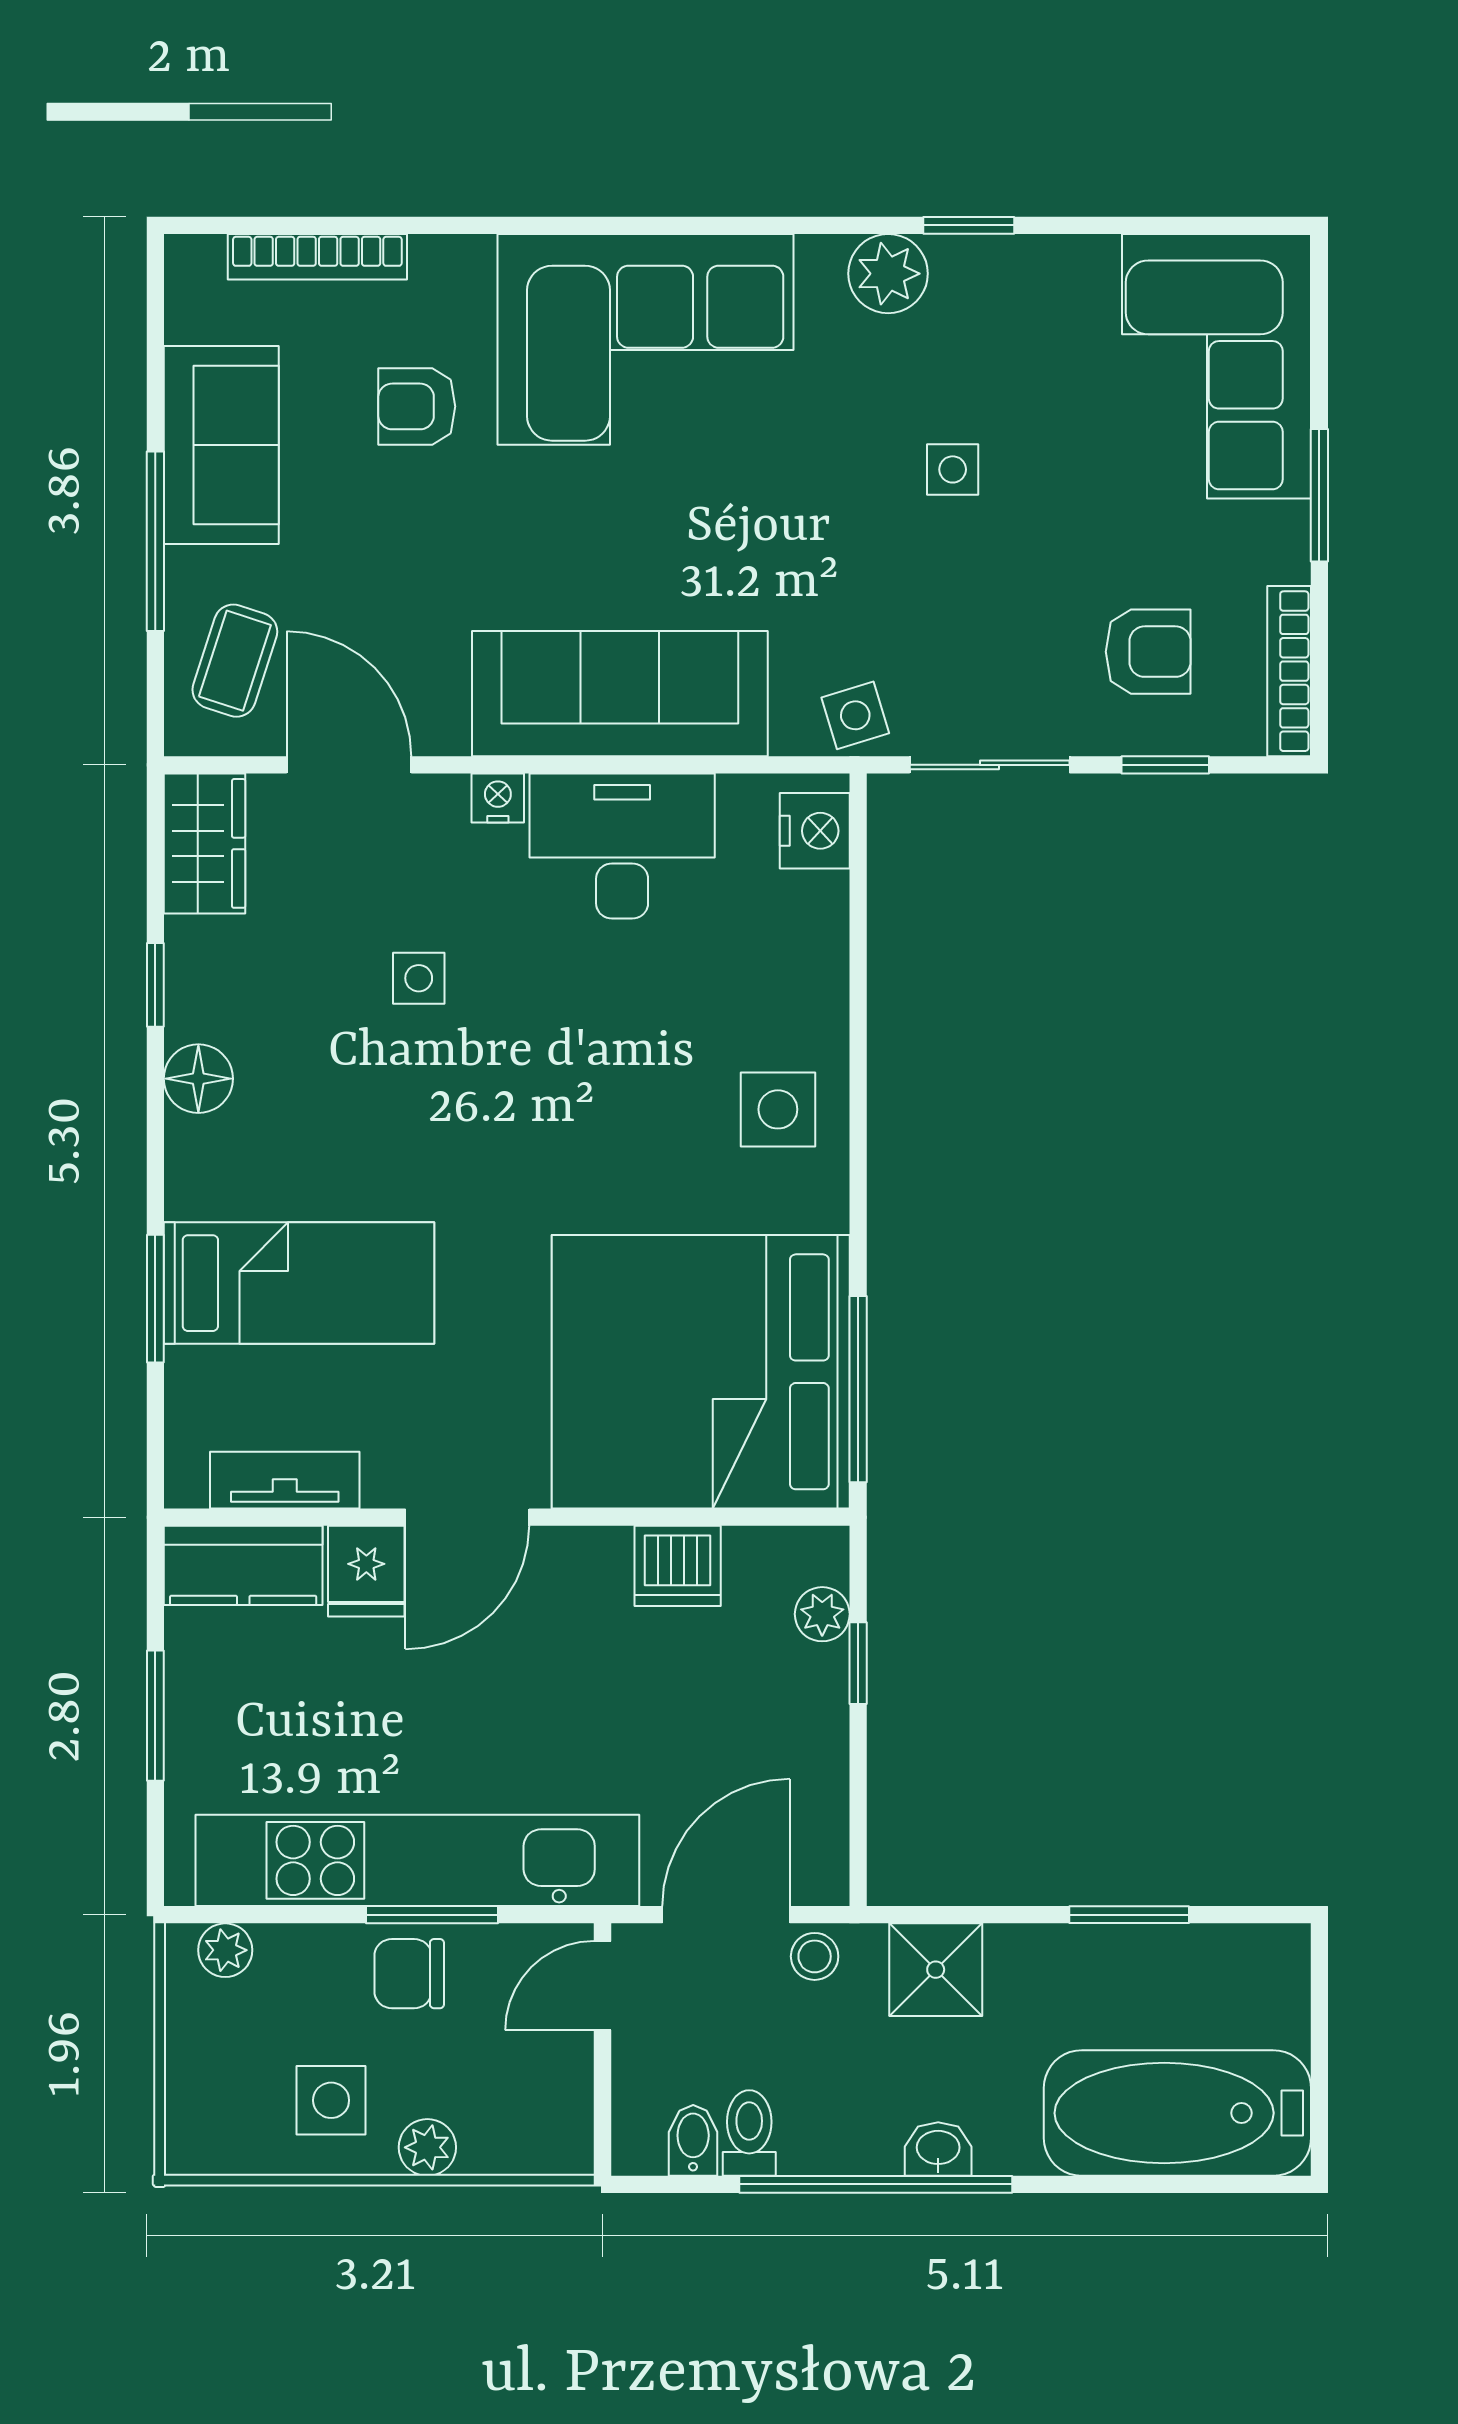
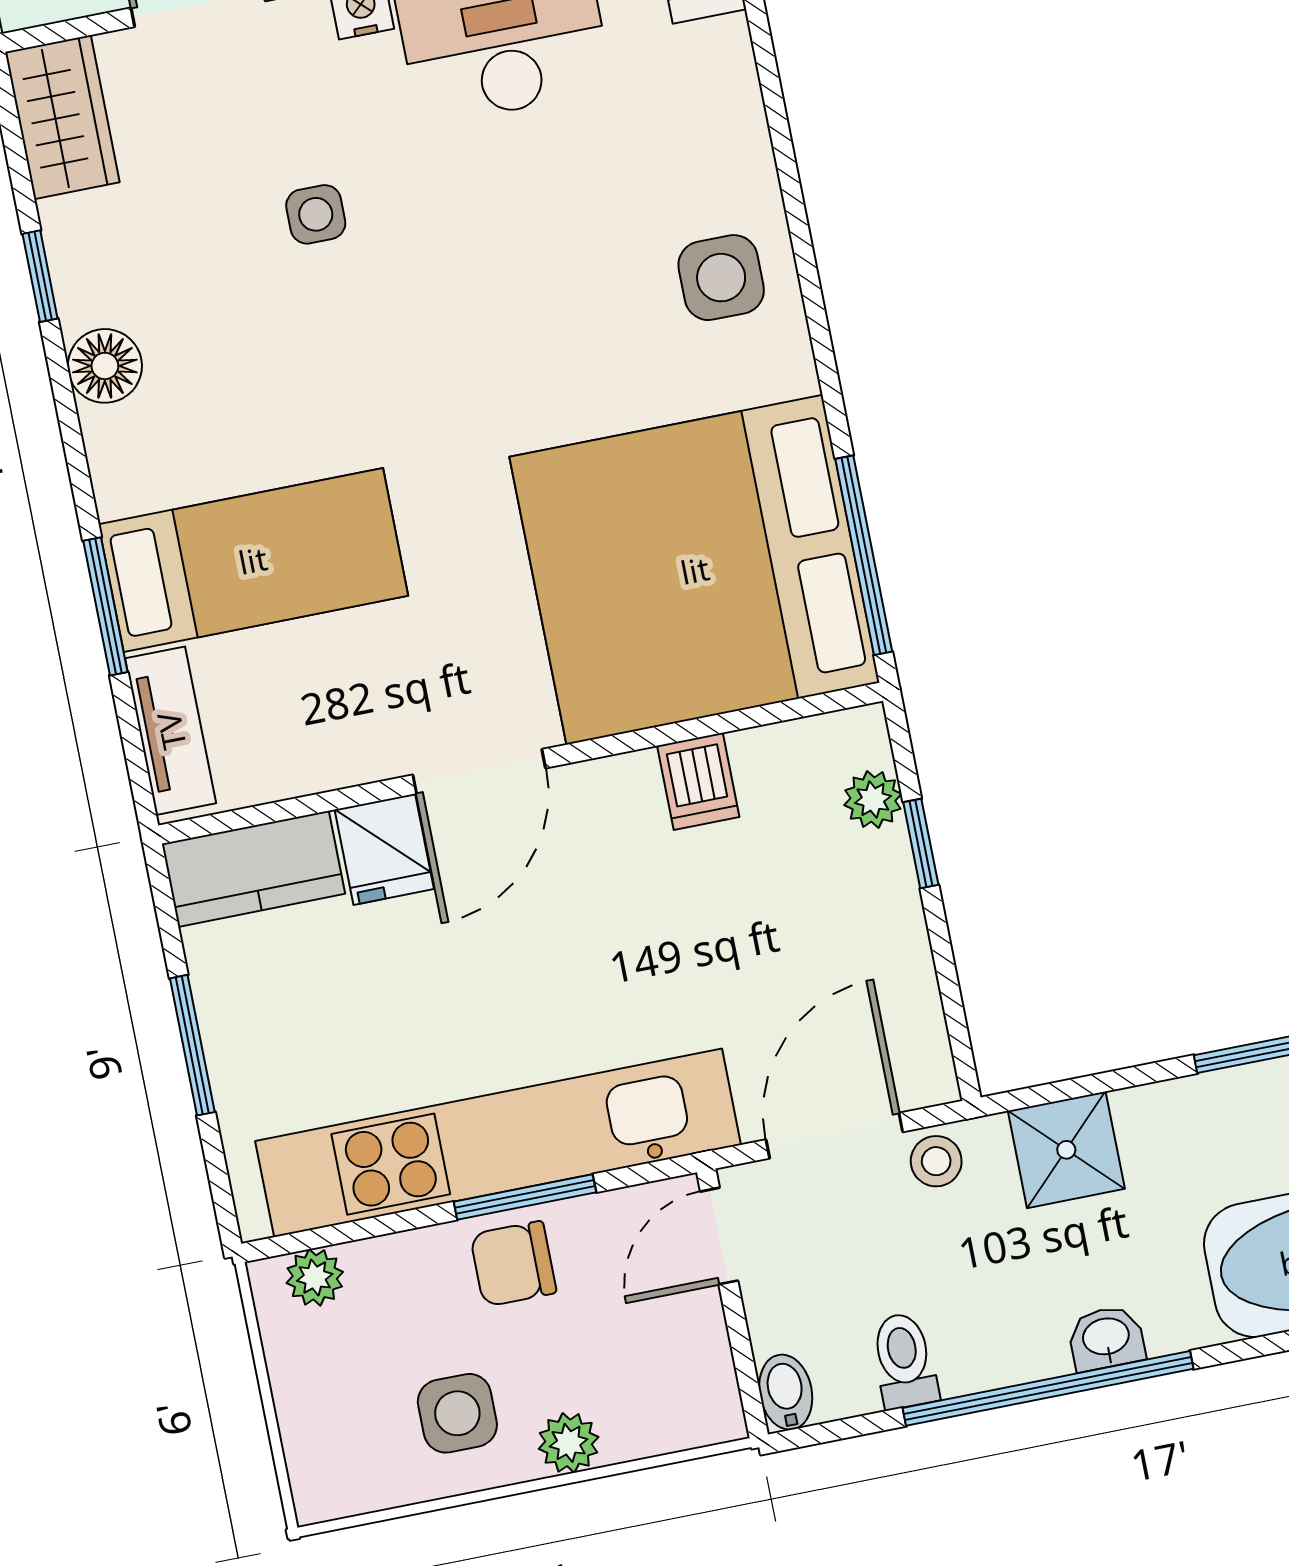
tv unit: (285, 1480) -> (171, 731), moved, turned 90
dishwasher: (678, 1566) -> (698, 781), width x0.73
bidet: (693, 2140) -> (786, 1392), moved

